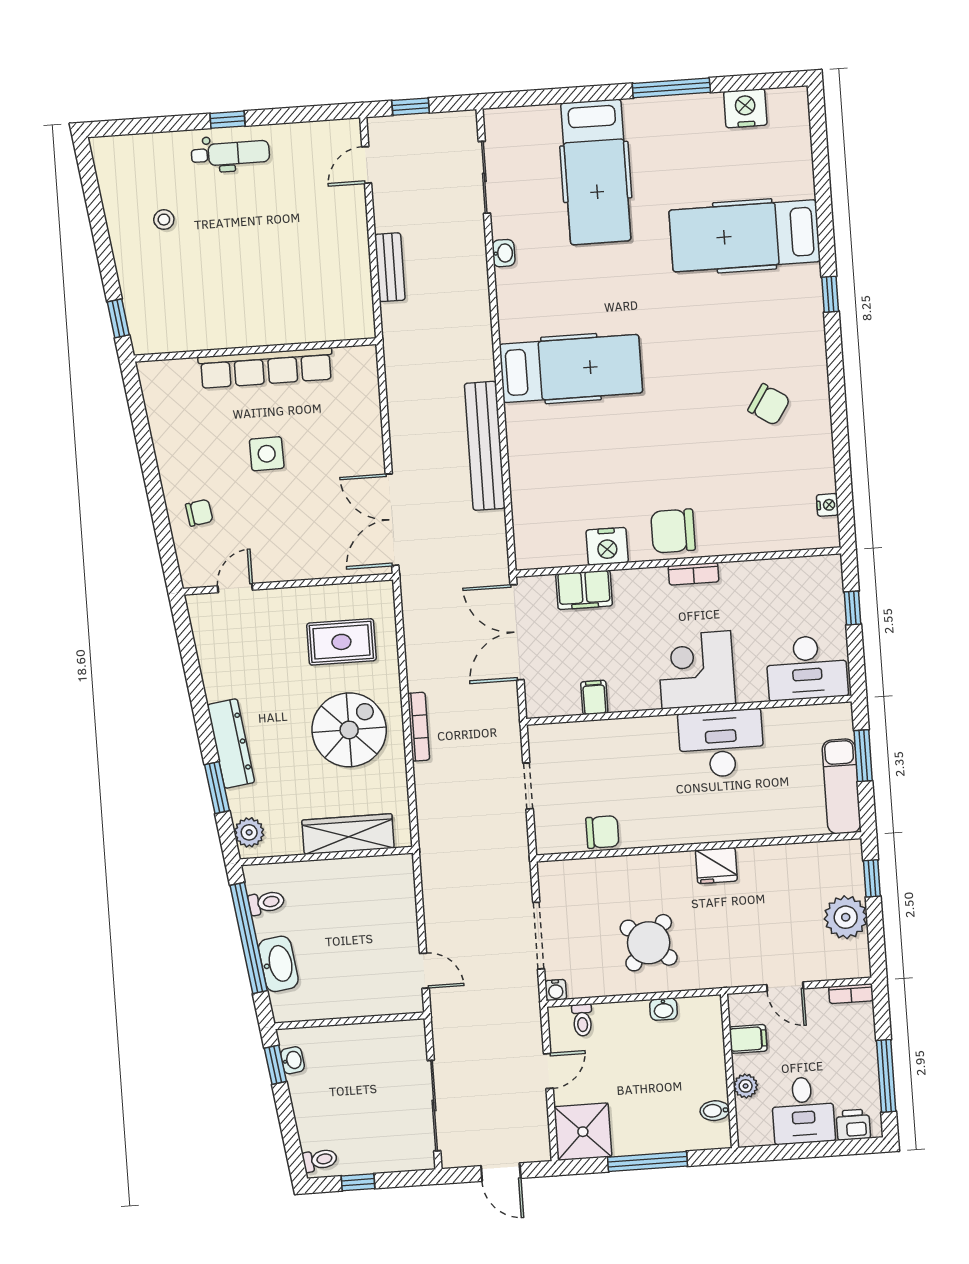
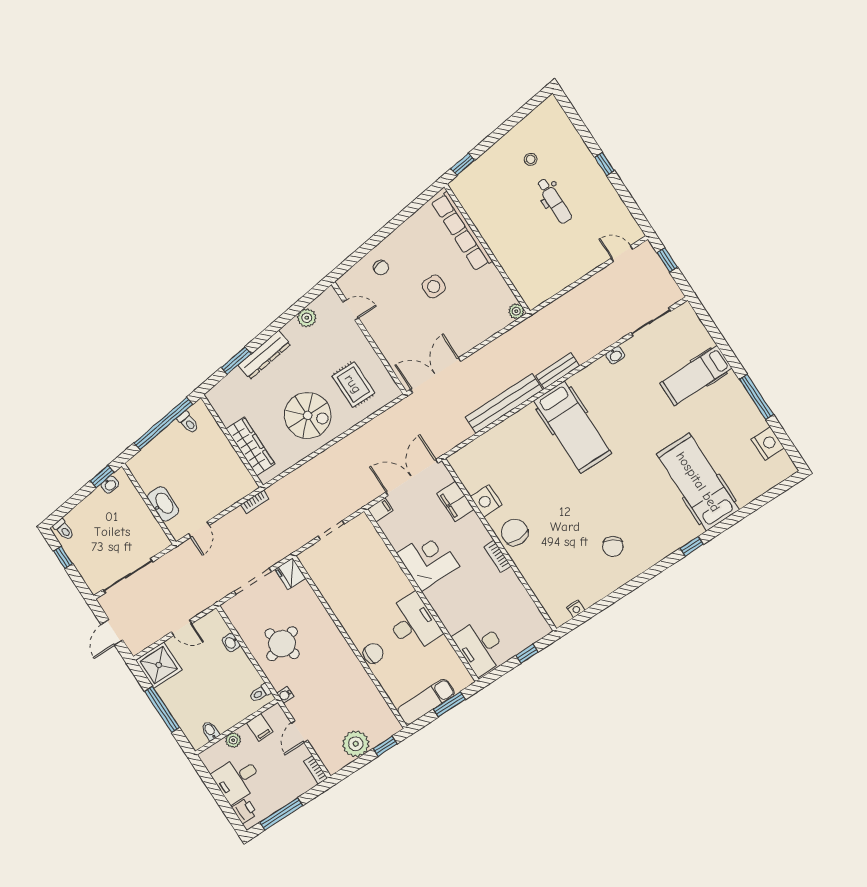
dental chair: (230, 153) -> (554, 201), moved
hospital bed: (596, 172) -> (696, 376), width x0.73, depth x0.78
bench: (390, 267) -> (558, 371), moved
plant: (365, 357) -> (516, 311), added
row of seats: (266, 368) -> (462, 232), moved
corner desk: (696, 670) -> (428, 560), moved
filing cabinet: (594, 697) -> (380, 510), moved
bookcase: (419, 727) -> (255, 502), moved, width x0.64
plant: (249, 832) -> (307, 318), moved
chair: (602, 832) -> (373, 653), moved, turned -90
fridge: (716, 866) -> (290, 574), moved
round table: (649, 943) -> (282, 644), turned 33
washbasin: (278, 964) -> (163, 504), moved, turned -82
water cooler: (556, 990) -> (285, 695), moved
washbasin: (663, 1009) -> (231, 642), moved
toilet: (582, 1020) -> (260, 693), moved

